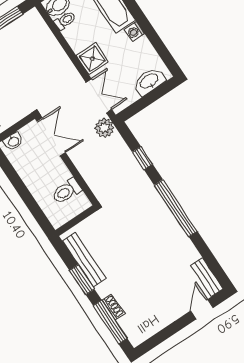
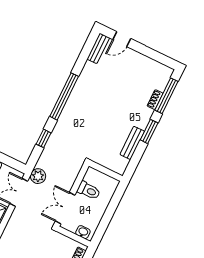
toilet: (67, 191) -> (89, 190), moved
wall: (76, 221) -> (106, 171), moved
bench: (84, 260) -> (132, 143), width x0.73

